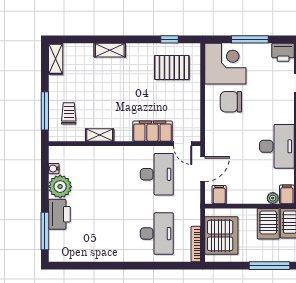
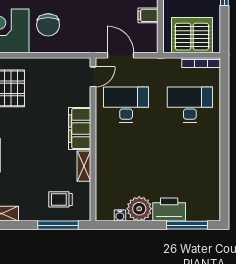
filing cabinet: (152, 131) -> (80, 129), moved
filing cabinet: (219, 195) -> (148, 15), moved

